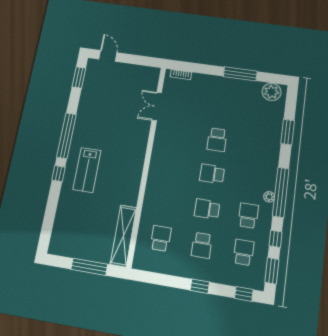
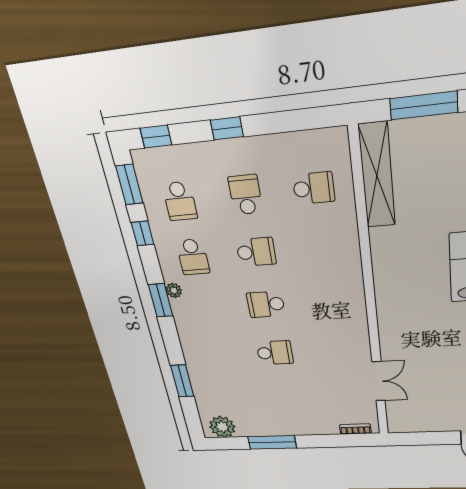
school desk: (217, 140) -> (275, 353), turned 90
school desk: (212, 174) -> (266, 304), turned 180
window: (281, 192) -> (161, 300), width x0.47
school desk: (161, 238) -> (314, 188), turned -90

